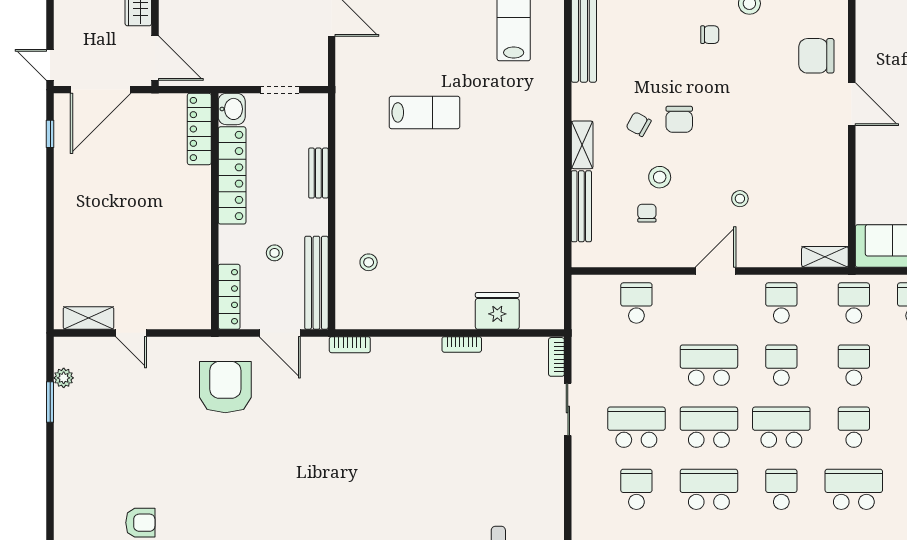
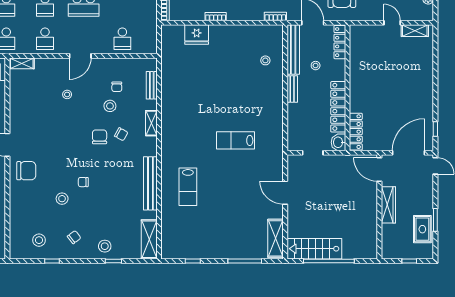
bench: (318, 173) -> (292, 89), moved
bench: (581, 206) -> (152, 85), width x0.73

